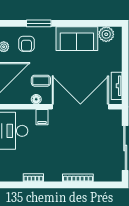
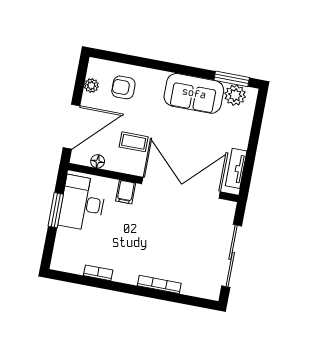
window: (39, 23) -> (232, 79), moved
armchair: (26, 44) -> (123, 87), turned 90
floor lamp: (36, 99) -> (98, 161), moved

